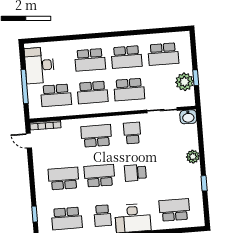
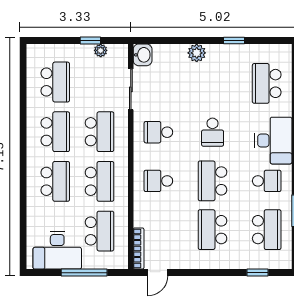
plant: (184, 82) -> (101, 50), width x0.53, depth x0.53
school desk: (96, 136) -> (158, 181), width x0.54

